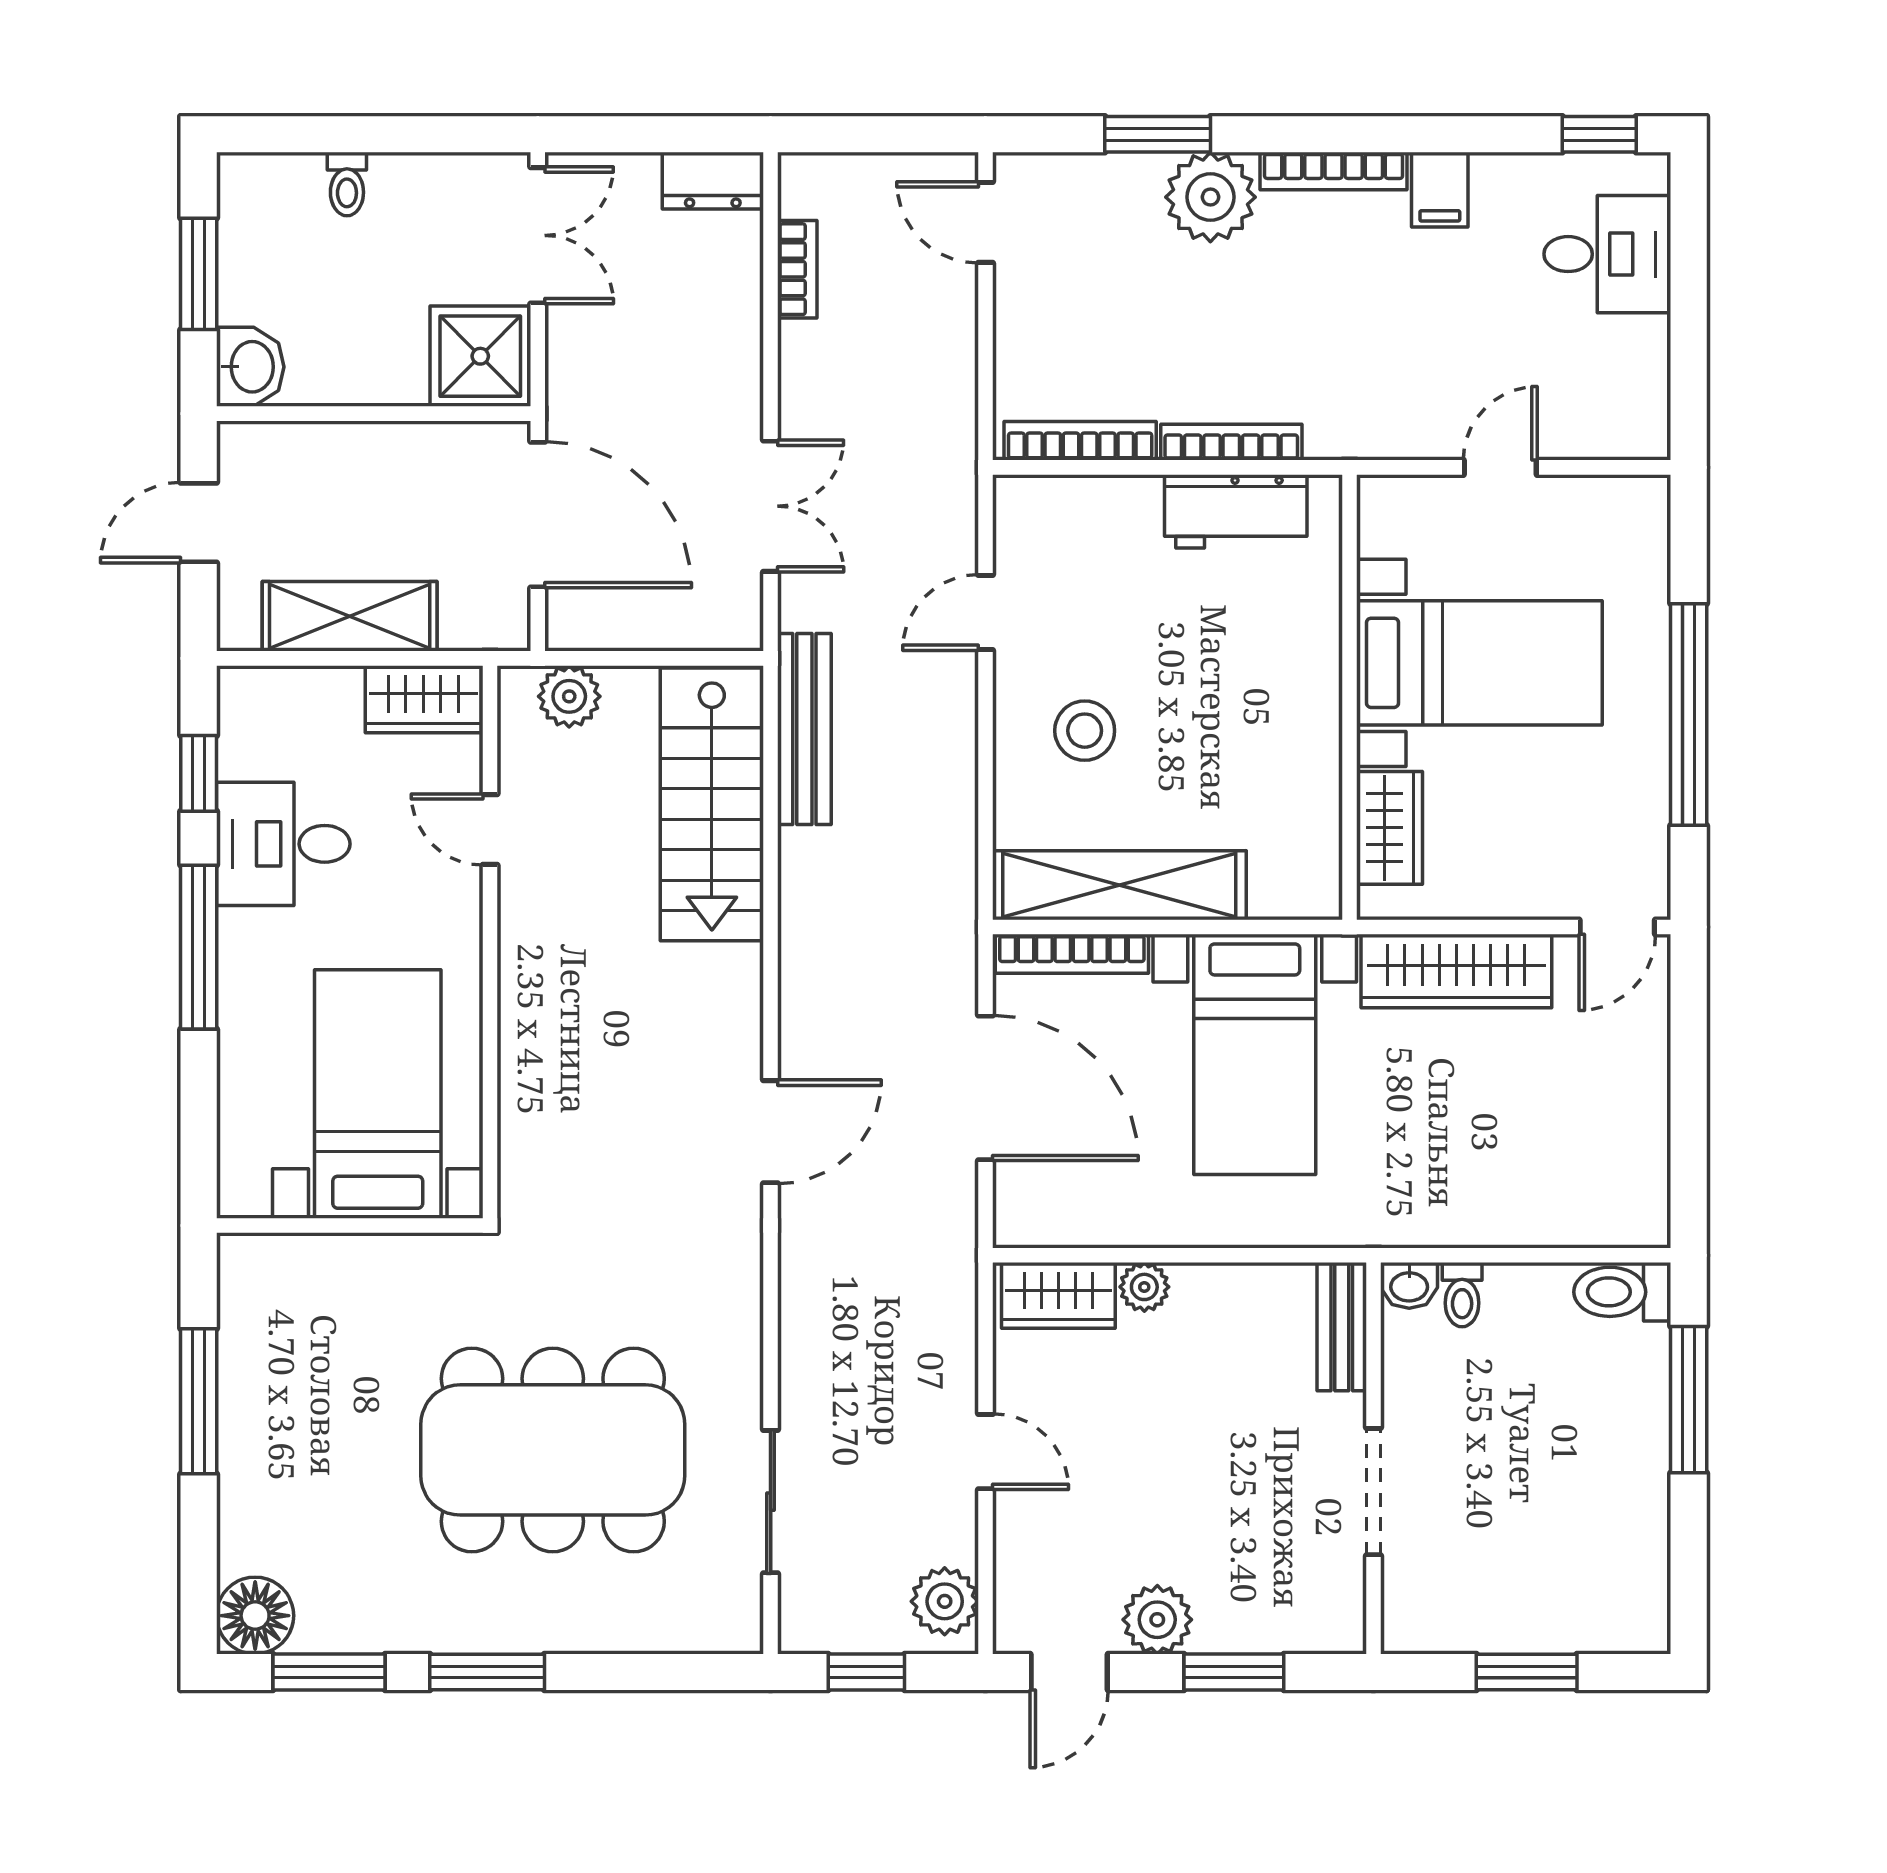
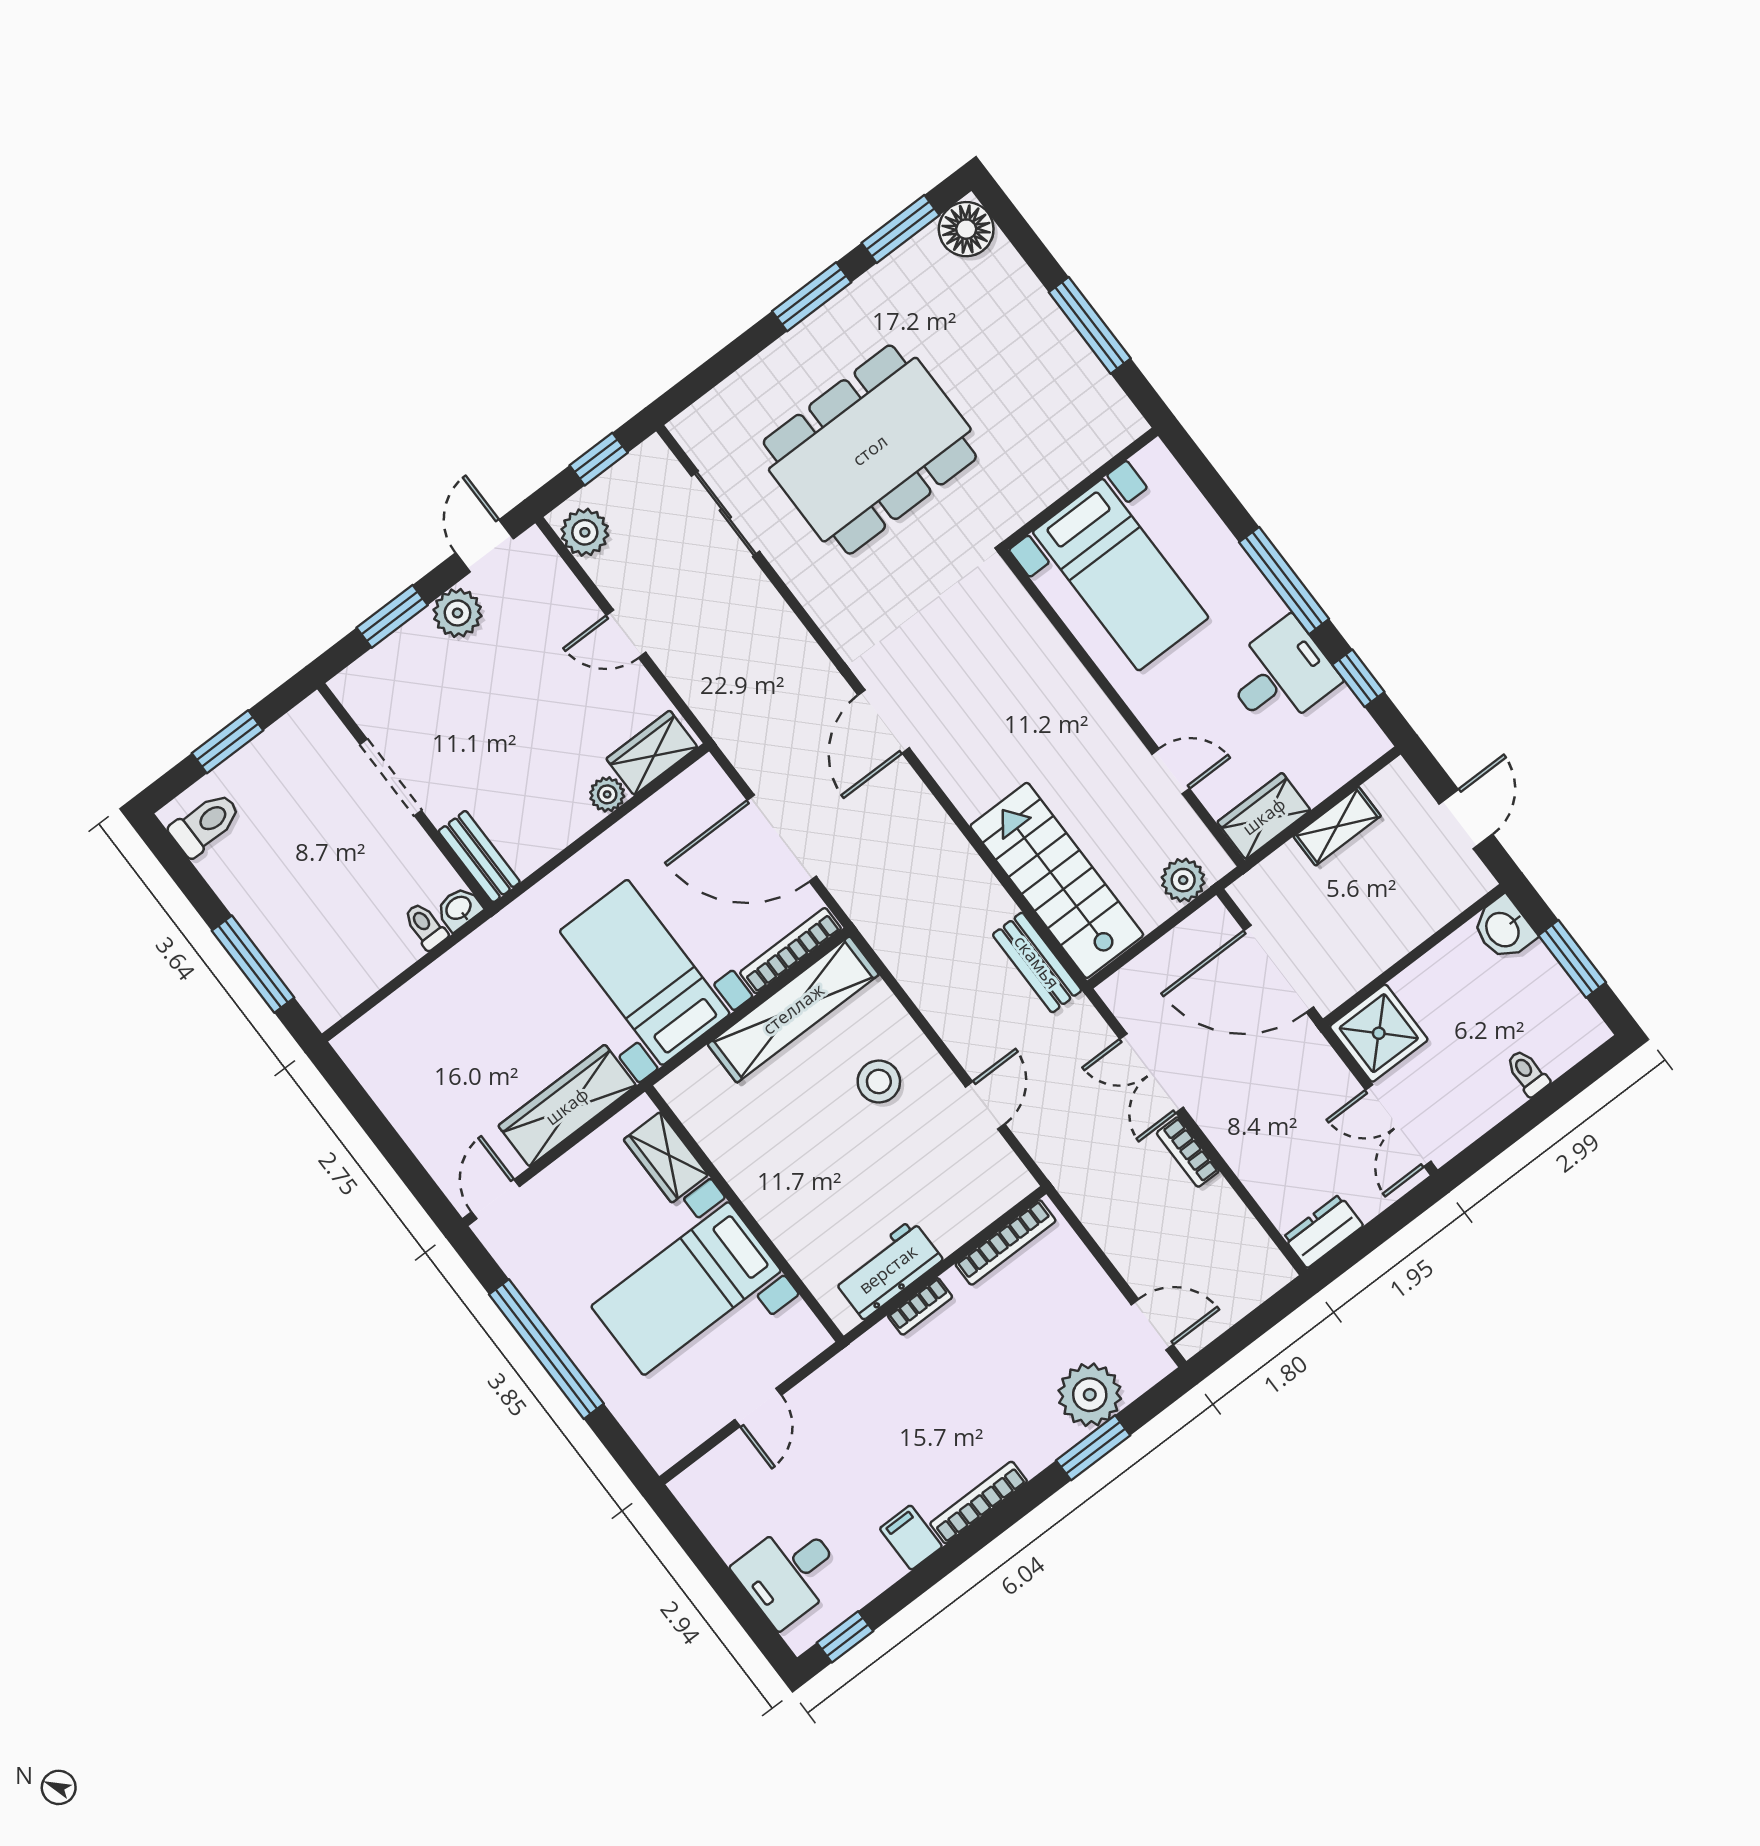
plant: (1210, 197) -> (1090, 1395), moved
bookcase: (797, 269) -> (1188, 1152), moved
bookcase: (1231, 442) -> (920, 1306), width x0.64
shelving: (350, 616) -> (1337, 826), width x0.67, depth x0.75
bench: (804, 729) -> (1037, 962), width x0.73
toilet: (1622, 1292) -> (205, 824), moved

